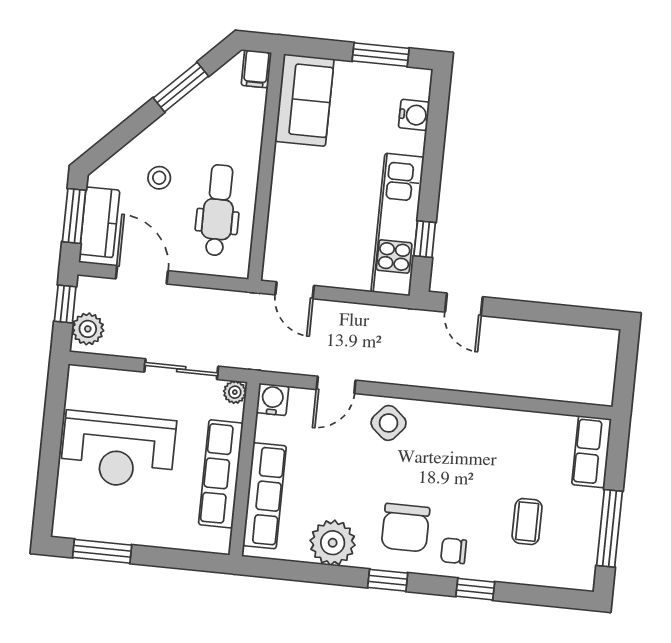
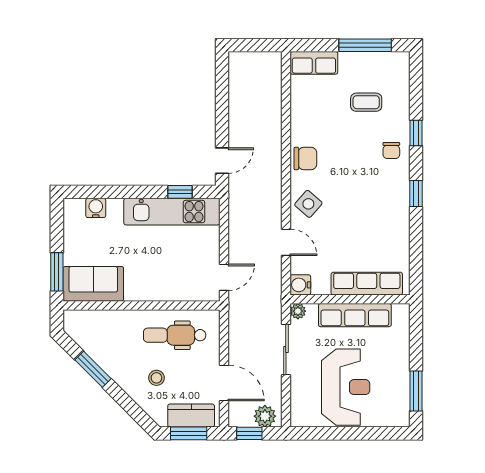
window: (381, 55) -> (57, 272), moved
filing cabinet: (256, 69) -> (75, 319), removed
door: (142, 275) -> (224, 383), swing flipped
chair: (405, 528) -> (305, 158), moved, width x0.73, depth x0.73
plant: (333, 543) -> (394, 234), removed

